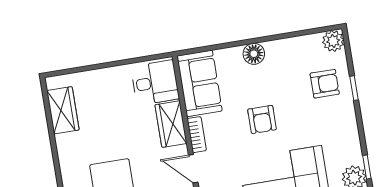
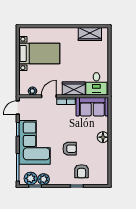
plant: (333, 41) -> (44, 179), moved
armchair: (262, 119) -> (70, 149), moved, turned 180

